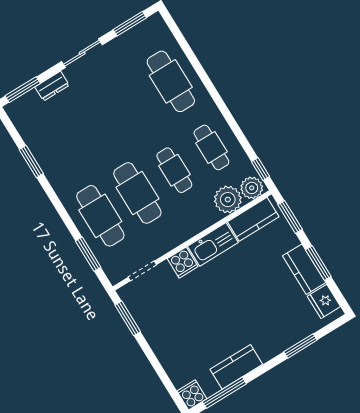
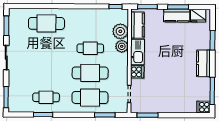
dresser: (52, 86) -> (13, 82), removed
cafe table: (211, 147) -> (46, 97), moved
plant: (252, 188) -> (122, 46), moved
kitchen counter: (236, 367) -> (203, 63), moved

